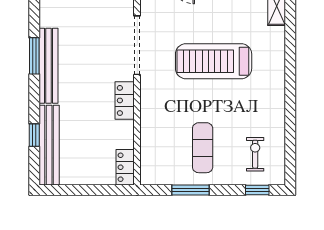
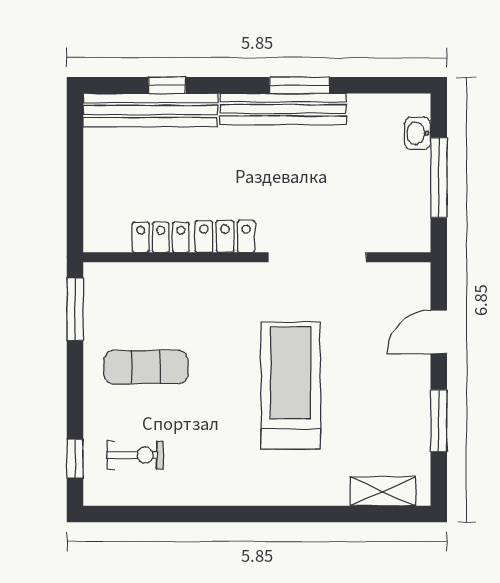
locker: (125, 167) -> (161, 237), moved
window: (190, 190) -> (75, 309), moved

